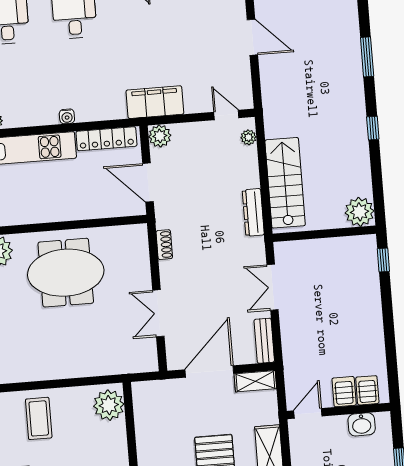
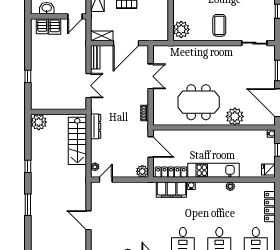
filing cabinet: (155, 102) -> (171, 190), moved
door: (226, 115) -> (106, 180), swing flipped
window: (383, 260) -> (28, 76), moved

